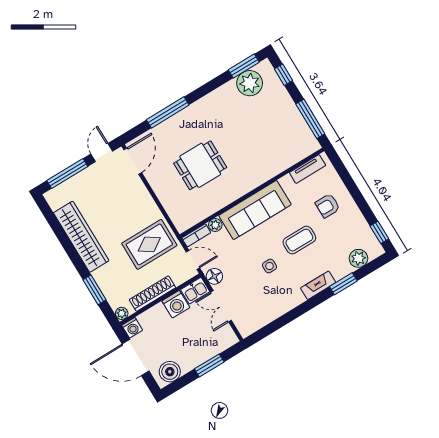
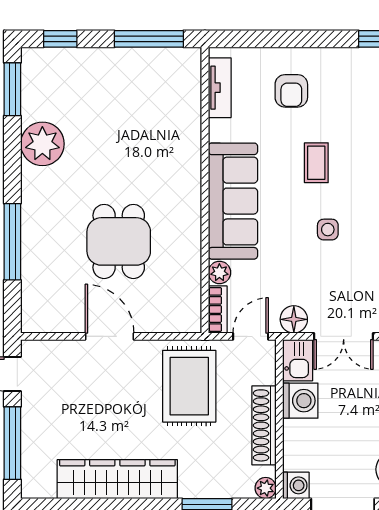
plant: (250, 83) -> (42, 144), moved
door: (133, 161) -> (110, 336), moved
coffee table: (299, 240) -> (316, 163), width x0.73, depth x0.77

